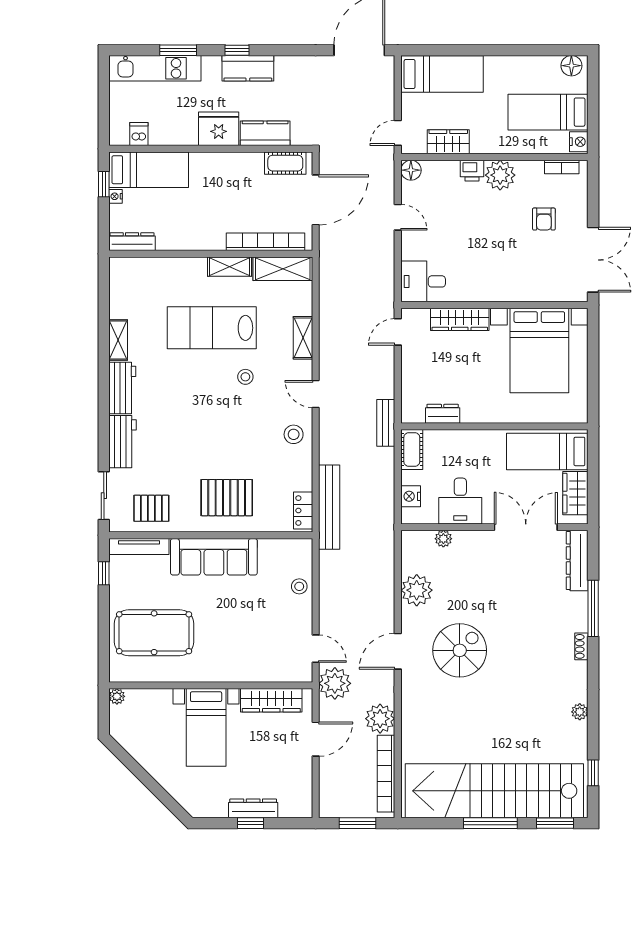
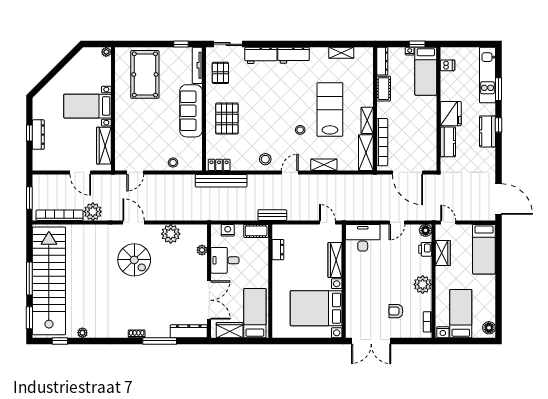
cot: (285, 163) -> (384, 89), moved
printer: (472, 171) -> (425, 249), moved
desk: (423, 281) -> (363, 238), width x1.37
shelving: (118, 340) -> (341, 53), moved
plant: (335, 683) -> (114, 184), removed
plant: (580, 712) -> (82, 333), moved

